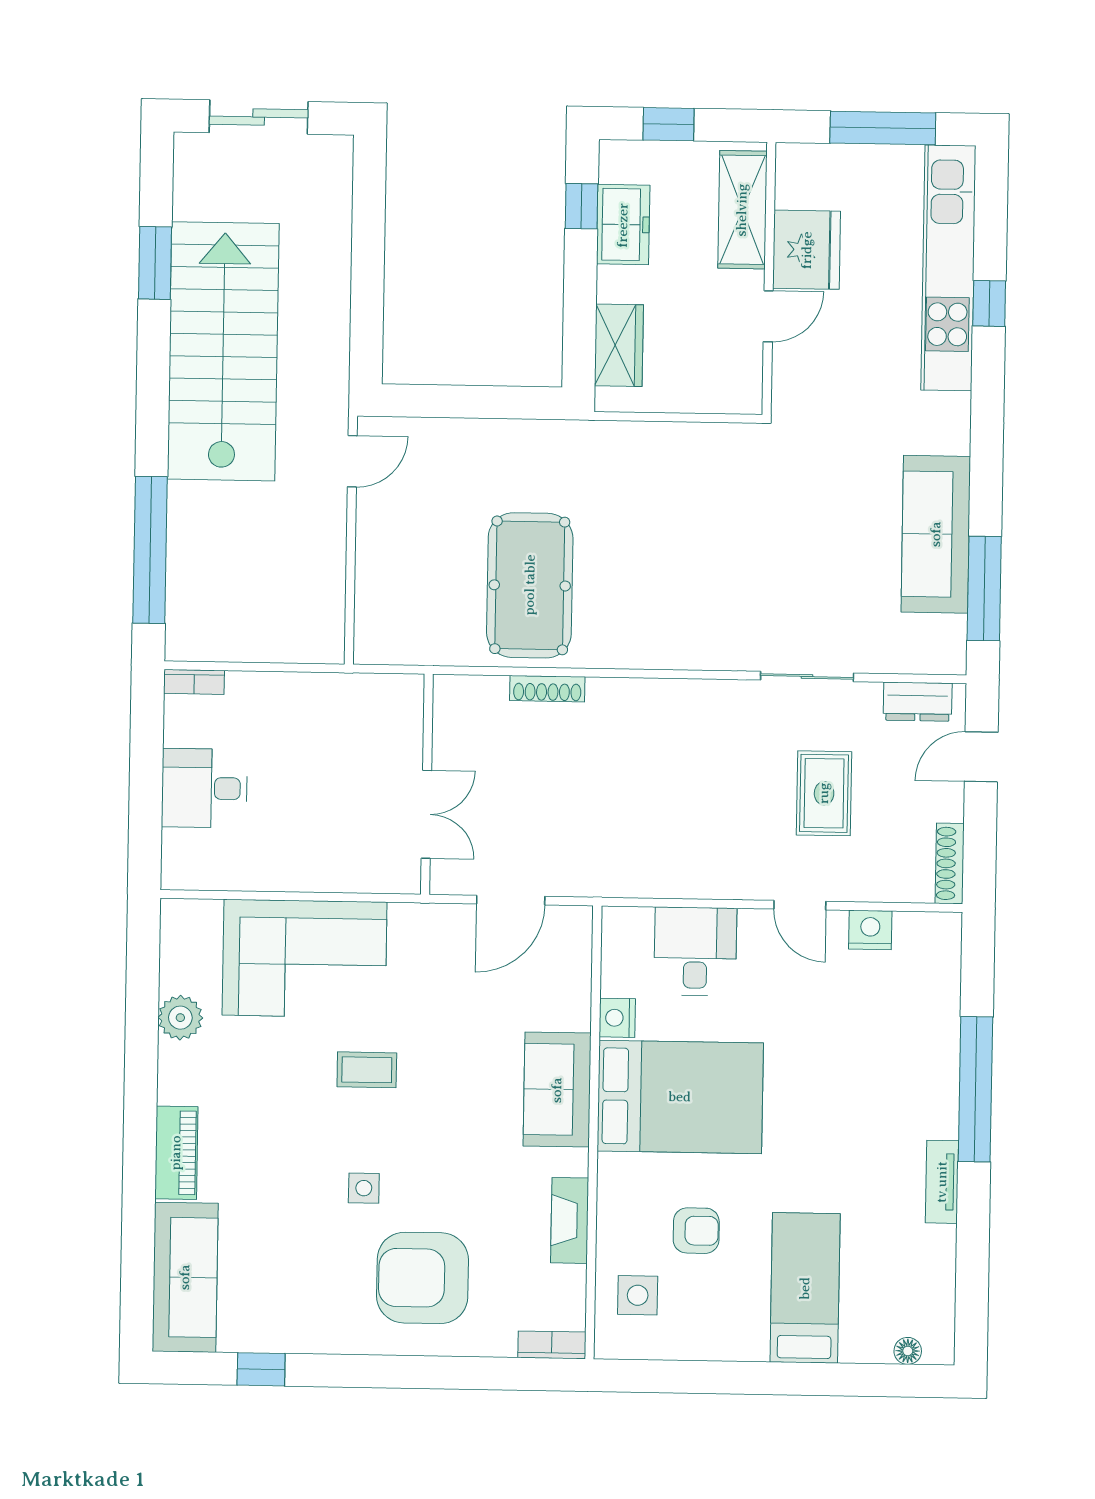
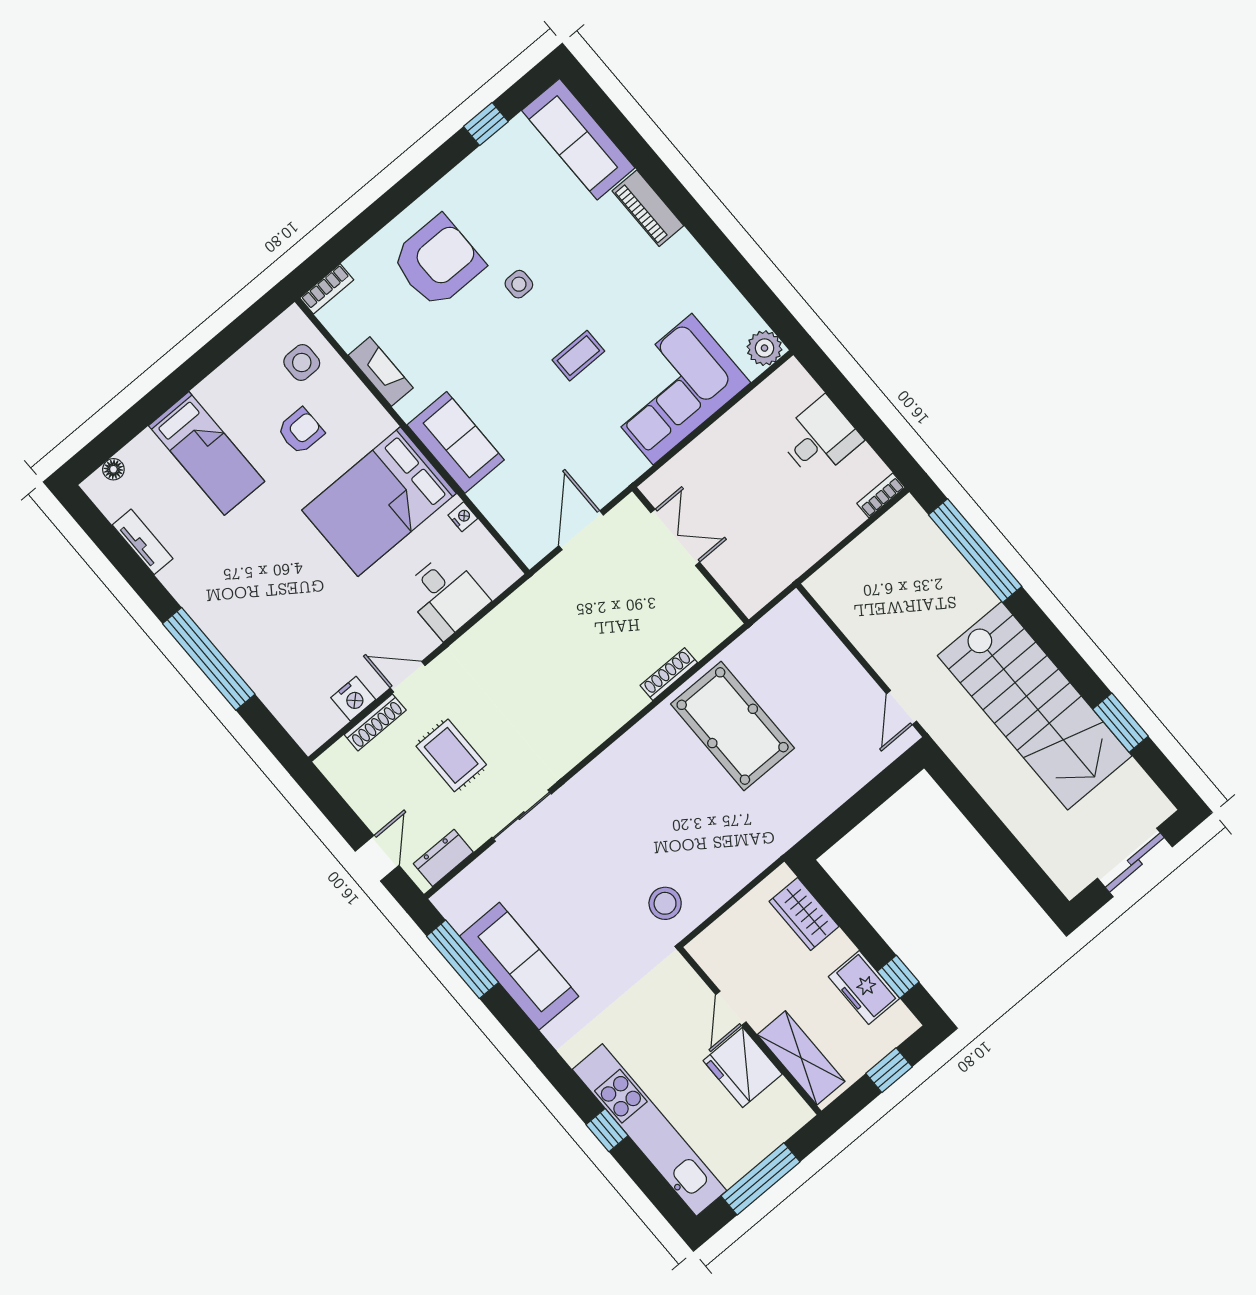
stool: (743, 472) -> (665, 903), added
double door: (426, 814) -> (675, 537), swing flipped
shoe rack: (950, 863) -> (375, 722), moved, turned 90
plant: (180, 1018) -> (764, 348), moved
nightstand: (617, 1018) -> (463, 517), width x0.72, depth x0.74
tv unit: (942, 1182) -> (143, 542), moved
armchair: (696, 1231) -> (301, 431), turned 180

